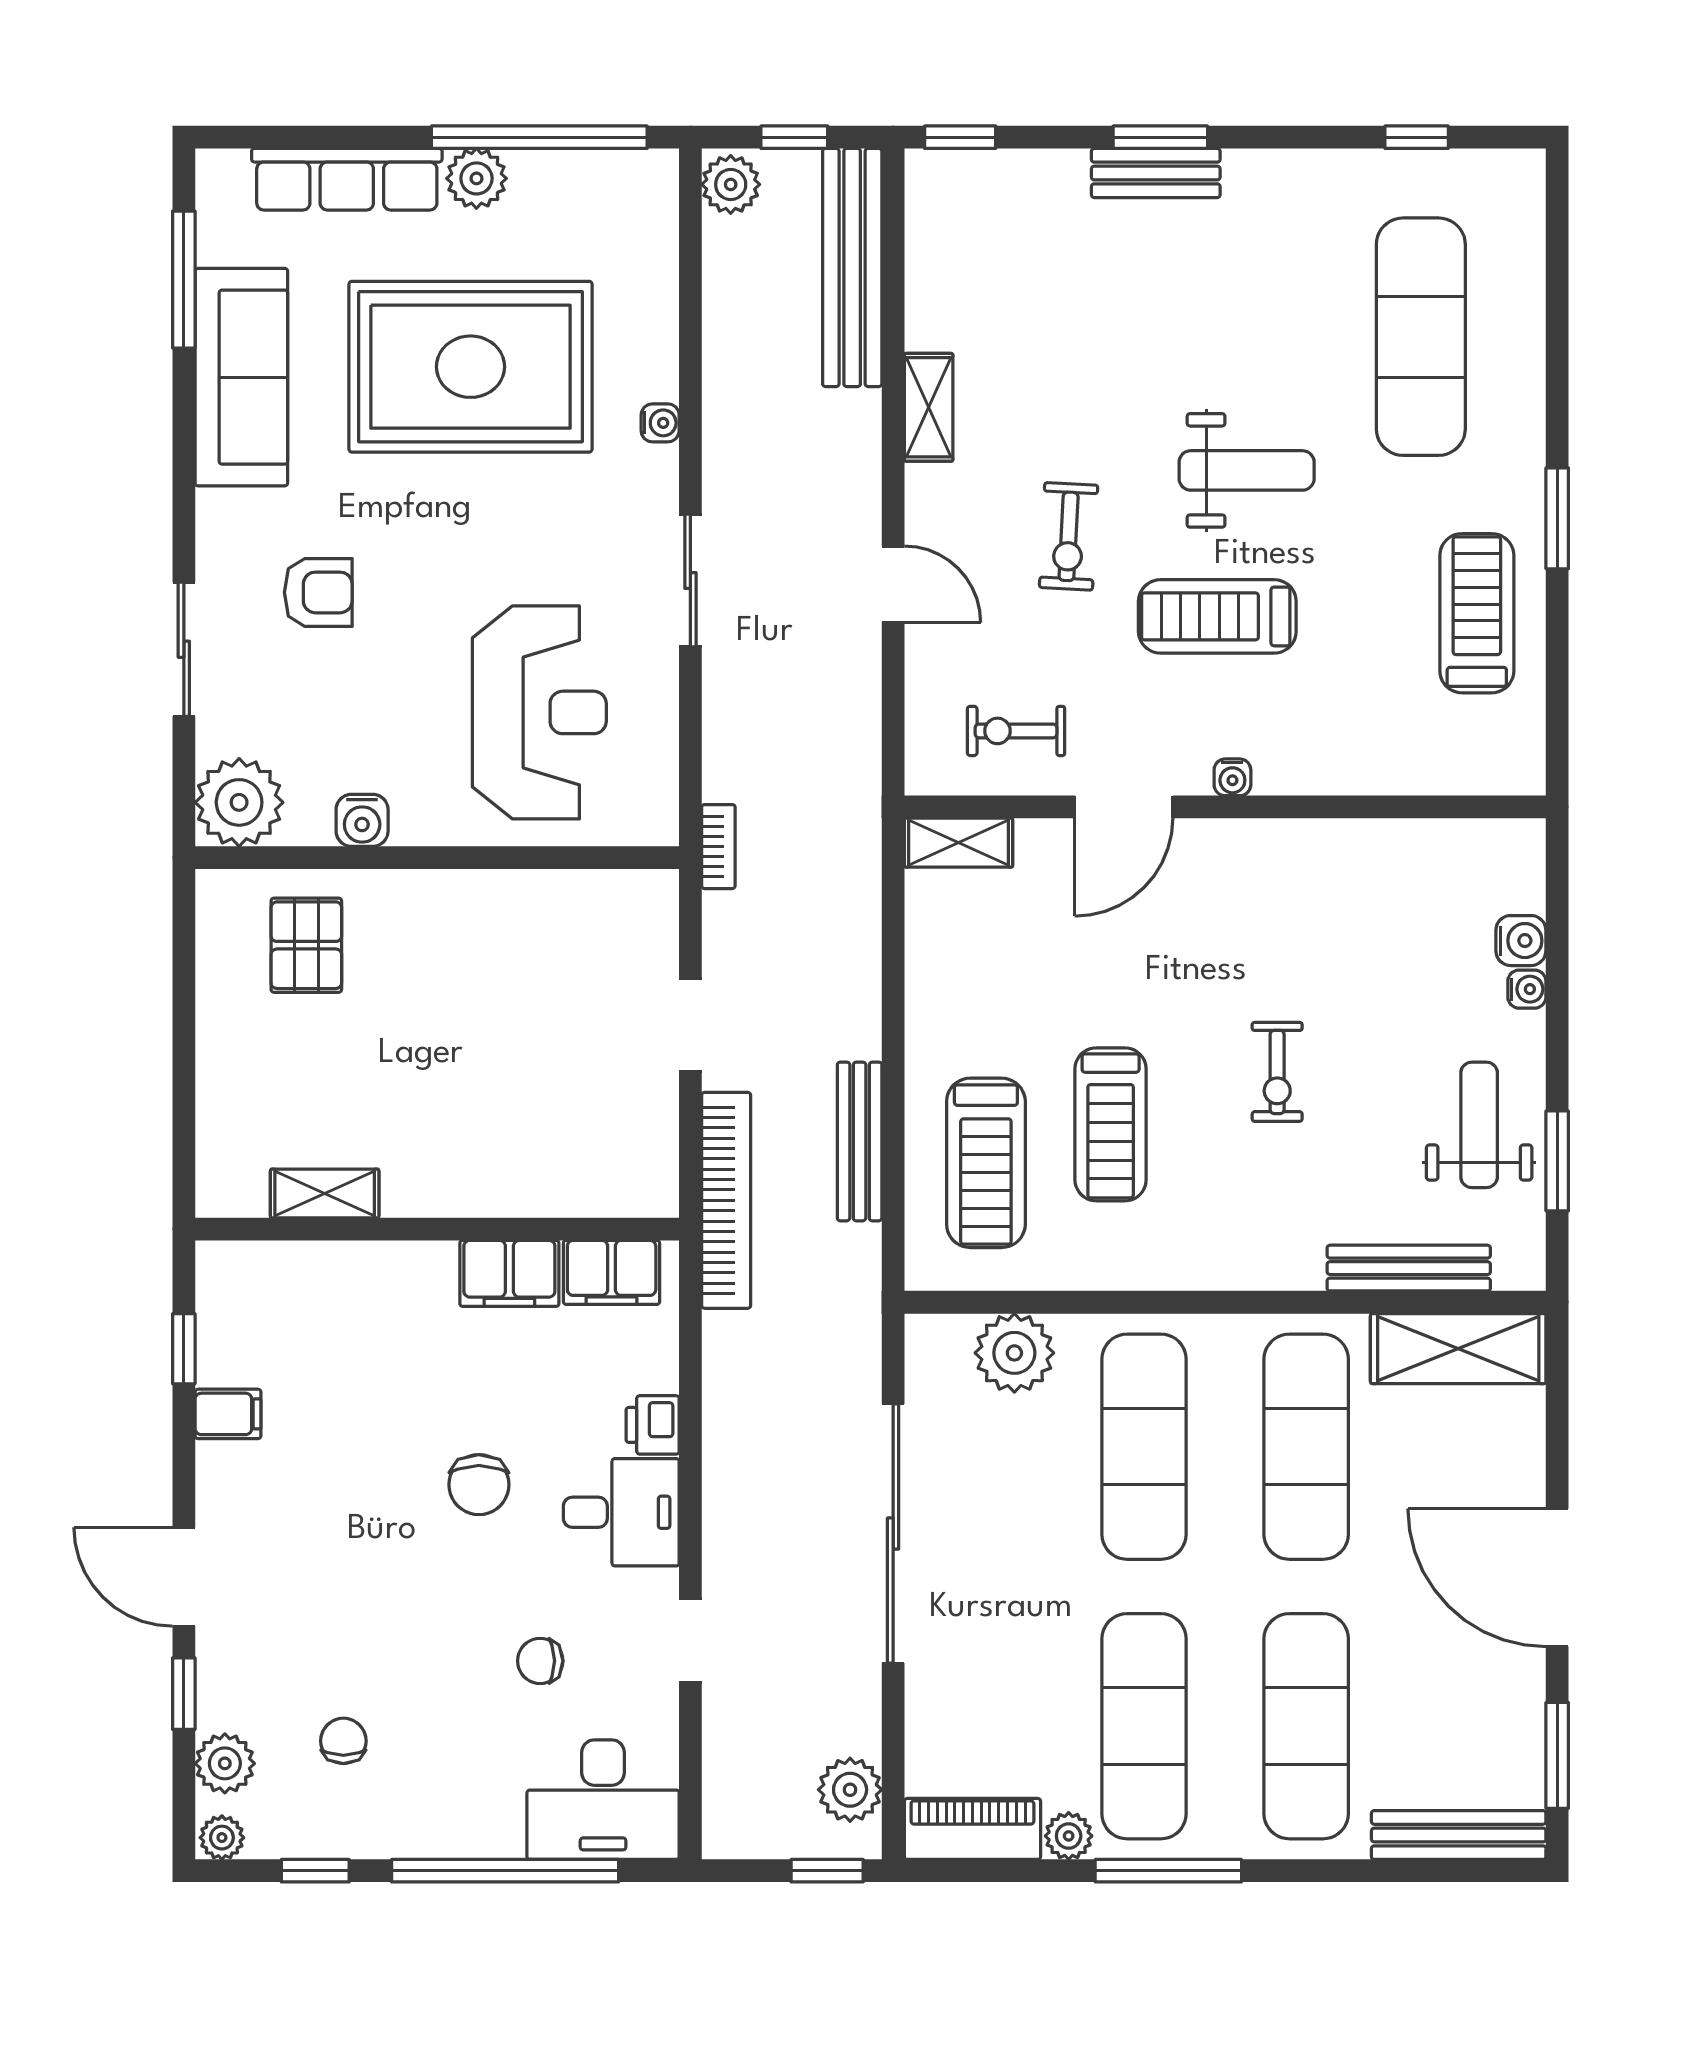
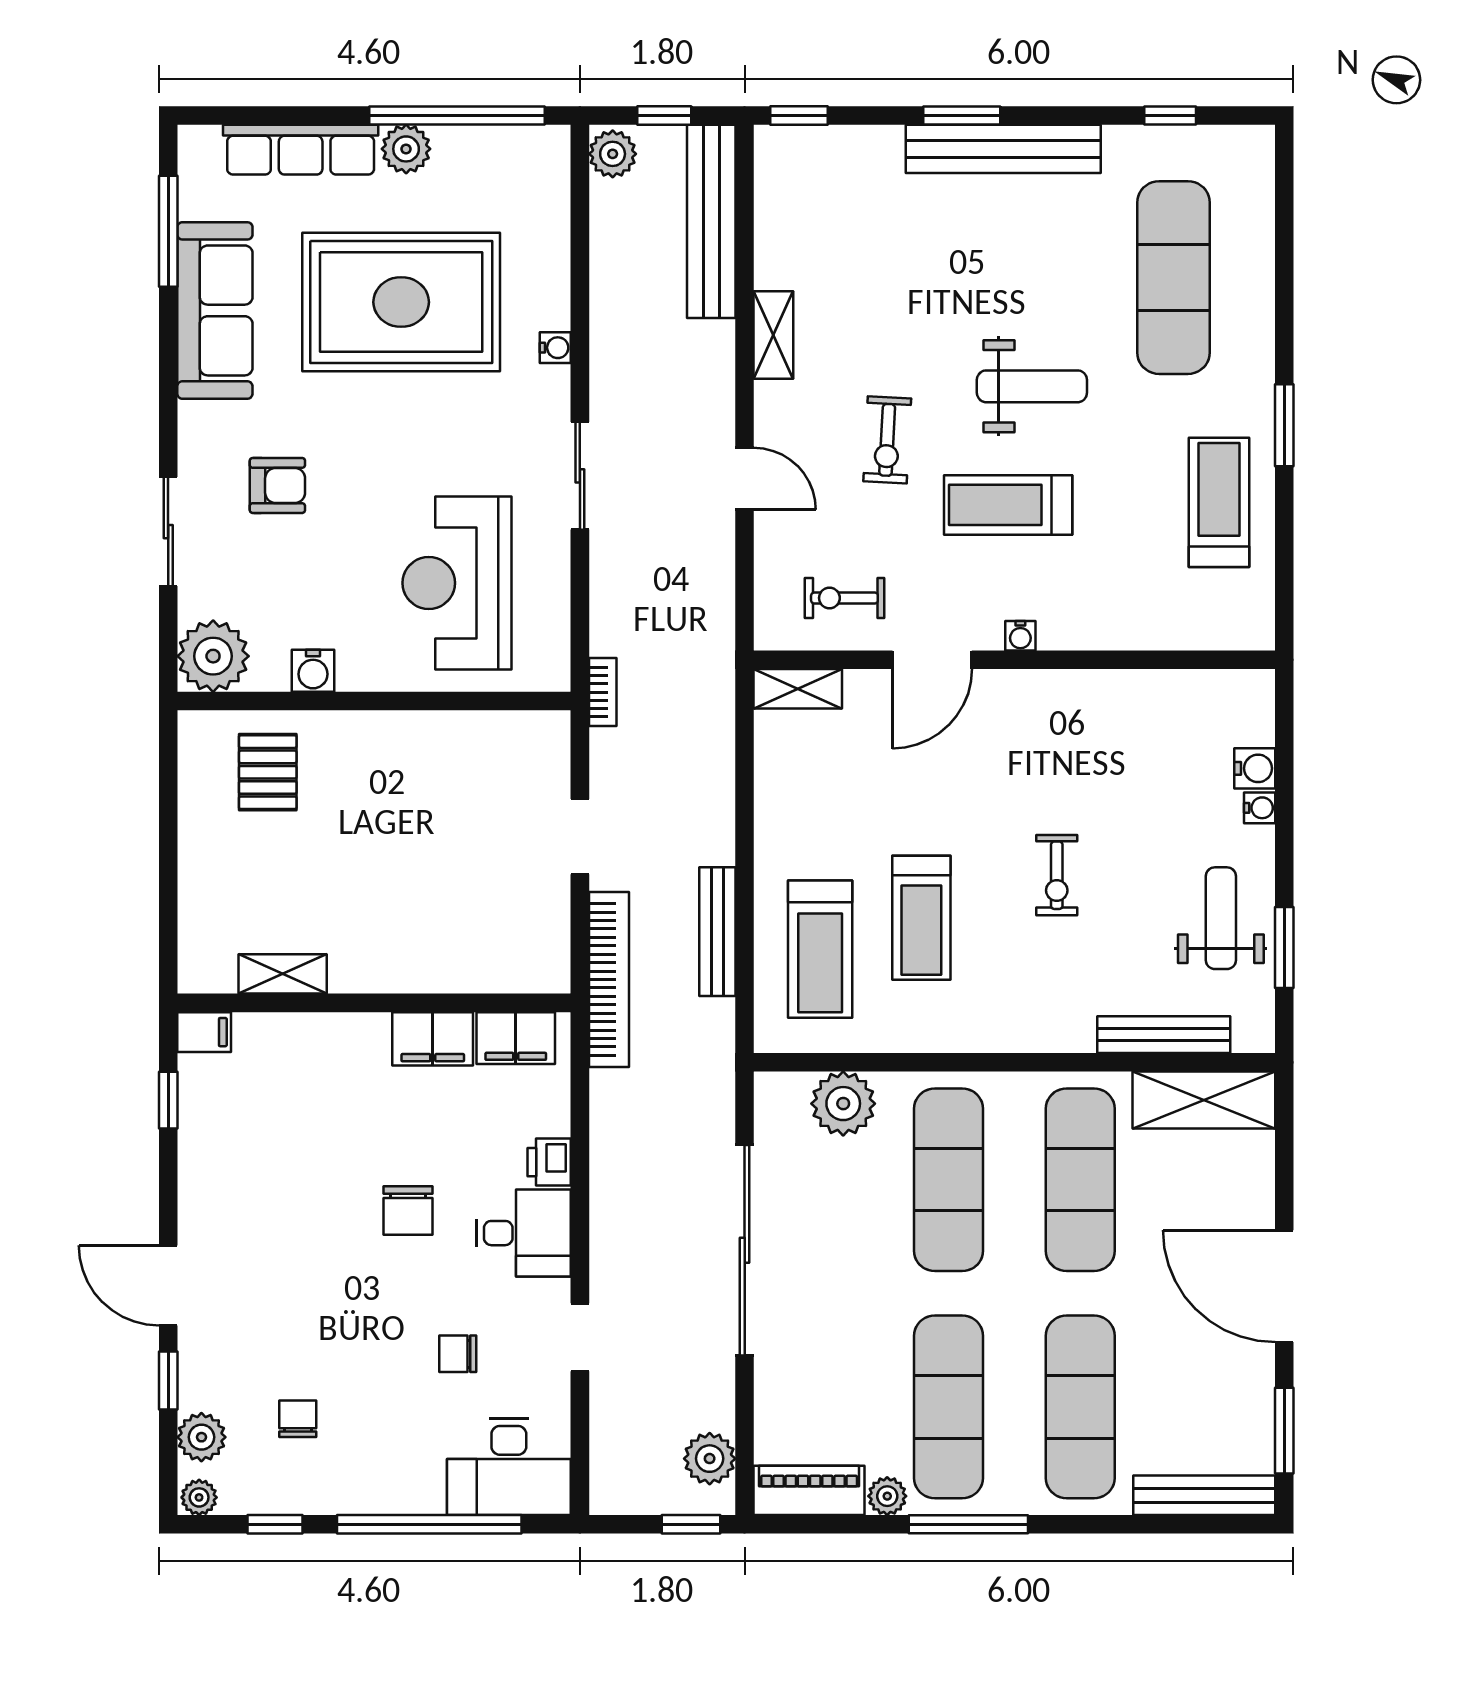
bench: (1156, 173) -> (1003, 149), width x1.86, depth x1.21
reception desk: (539, 712) -> (457, 583), turned 180
filing cabinet: (228, 1414) -> (204, 1032), moved

